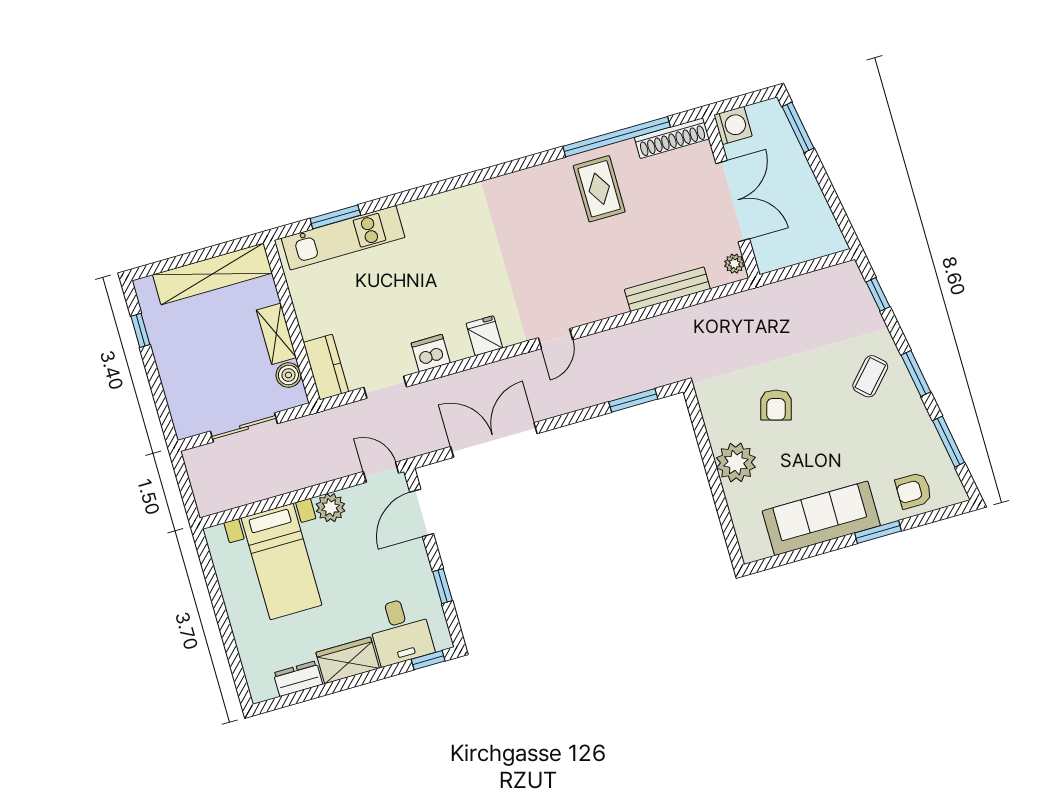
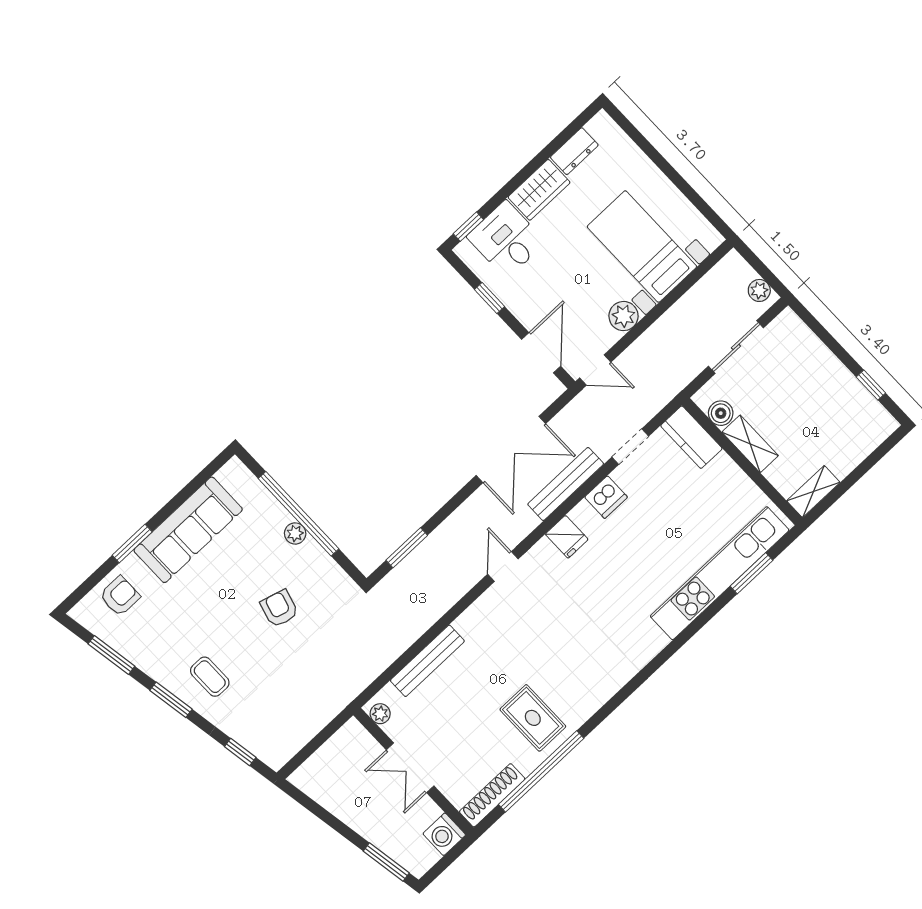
double door: (733, 201) -> (410, 768), width x0.73
kitchen unit: (343, 238) -> (720, 573), width x1.36
shelving: (212, 274) -> (813, 492), width x0.45, depth x0.75
coffee table: (870, 376) -> (210, 677), turned -43
bench: (461, 384) -> (566, 484), added
plant: (736, 463) -> (295, 533), width x0.53, depth x0.53
plant: (197, 467) -> (759, 290), added
window: (715, 481) -> (298, 514), added

